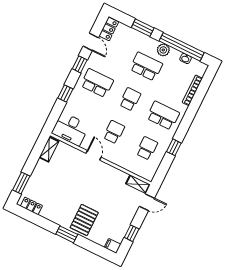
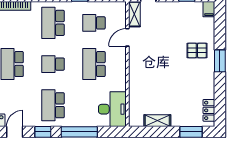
window: (65, 93) -> (79, 132), width x2.17
school desk: (114, 132) -> (94, 64), width x1.85
shelving: (49, 149) -> (157, 121), moved
door: (94, 155) -> (127, 37), moved
pallet: (84, 220) -> (197, 50), width x0.67, depth x0.71

